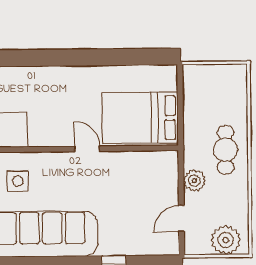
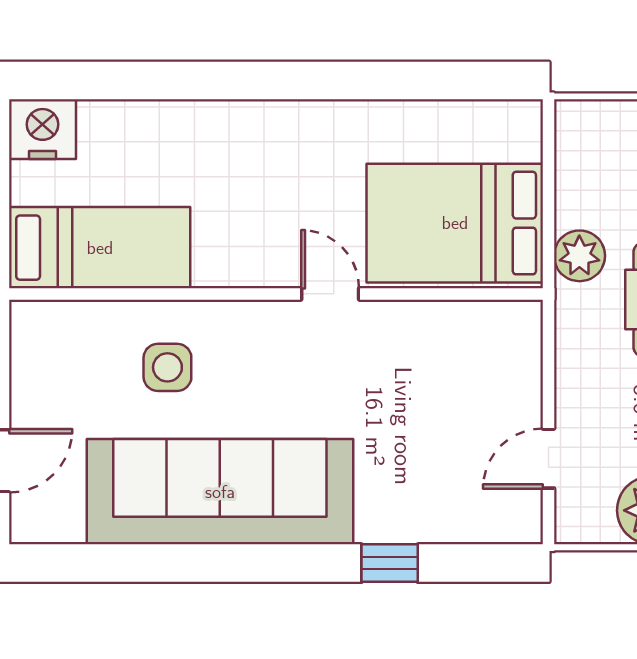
plant: (194, 181) -> (579, 256), moved

